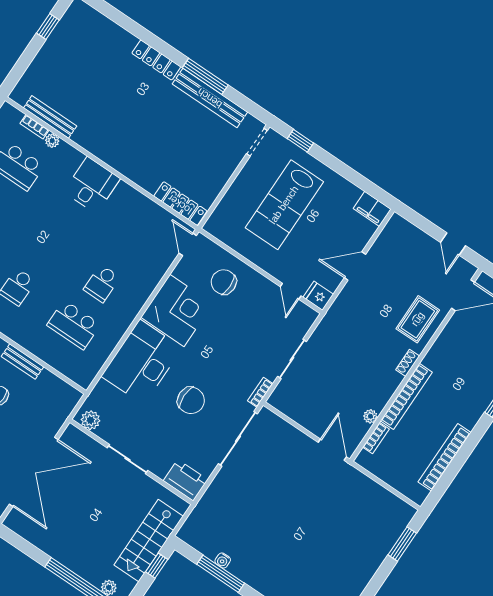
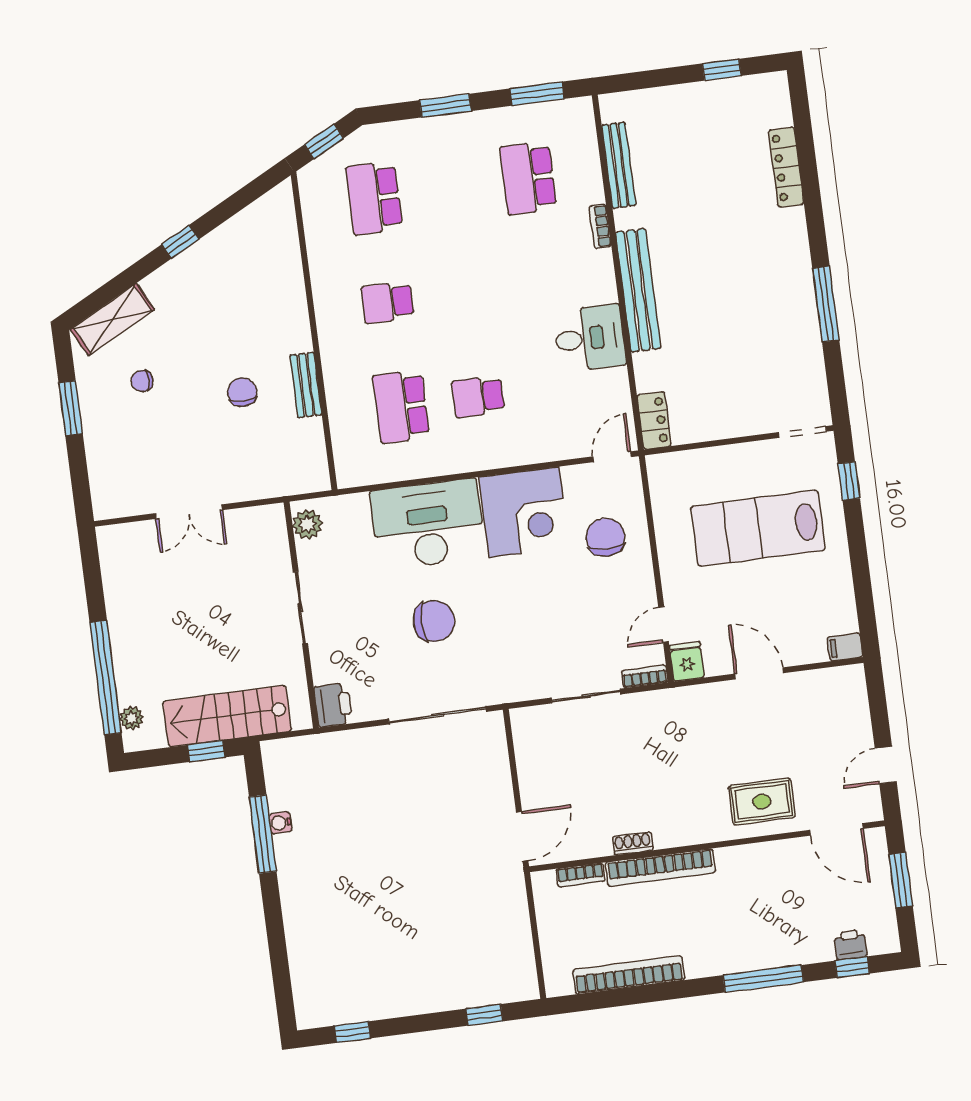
locker: (156, 60) -> (786, 167), moved
bench: (210, 98) -> (638, 290), moved
bookcase: (34, 127) -> (600, 226), moved
plant: (52, 141) -> (593, 192), removed
desk: (92, 185) -> (590, 338), moved
locker: (180, 204) -> (654, 420), width x0.66
filing cabinet: (372, 209) -> (845, 647), width x0.50
shoe rack: (408, 363) -> (633, 843), moved
bookcase: (260, 392) -> (645, 676), moved
chair: (191, 400) -> (434, 621), turned -90
plant: (370, 416) -> (600, 846), removed
double door: (34, 472) -> (189, 512), width x0.54
printer: (186, 480) -> (333, 705), width x0.73, depth x0.84
window: (402, 544) -> (484, 1015), width x0.67

